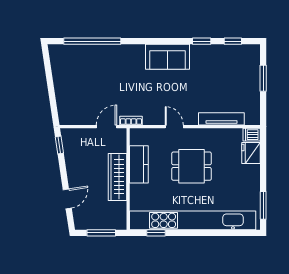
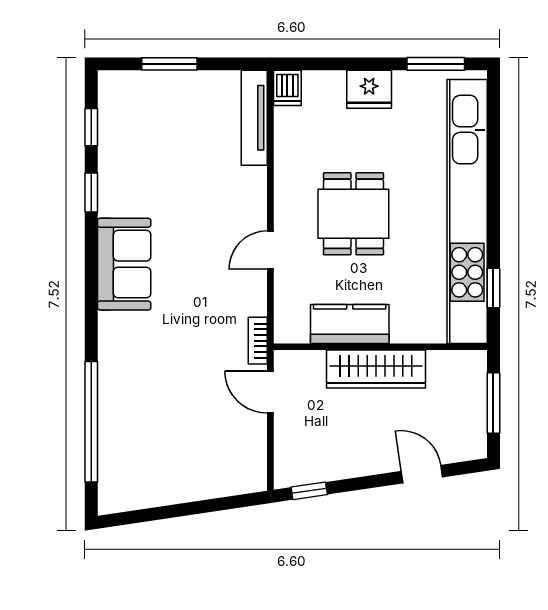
tv unit: (221, 119) -> (254, 118), moved
fridge: (251, 153) -> (369, 89), moved

